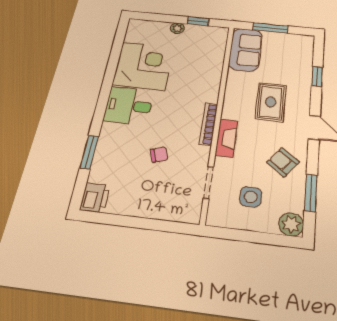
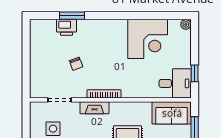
plant: (177, 28) -> (186, 24), moved
desk: (129, 106) -> (175, 83), moved, turned 90
printer: (95, 198) -> (66, 27), moved

